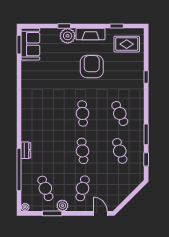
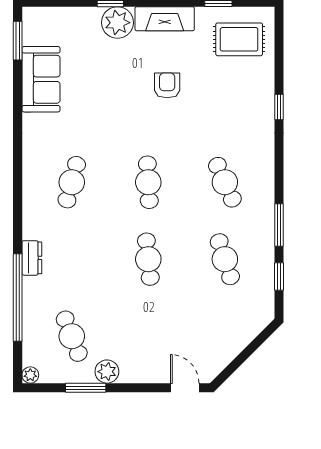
sofa: (30, 44) -> (41, 79), moved
armchair: (92, 66) -> (167, 85), width x0.53, depth x0.53
cafe table: (83, 188) -> (72, 182), moved

